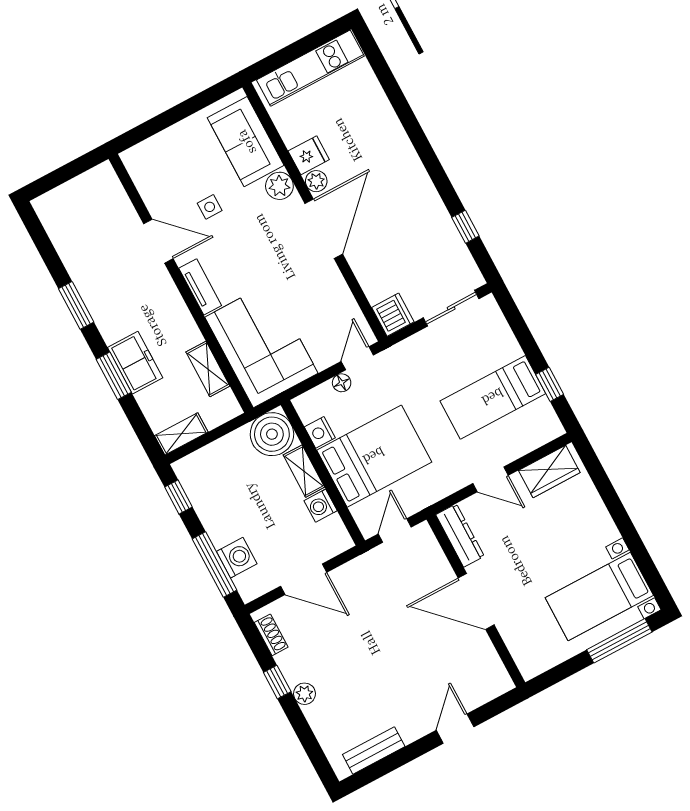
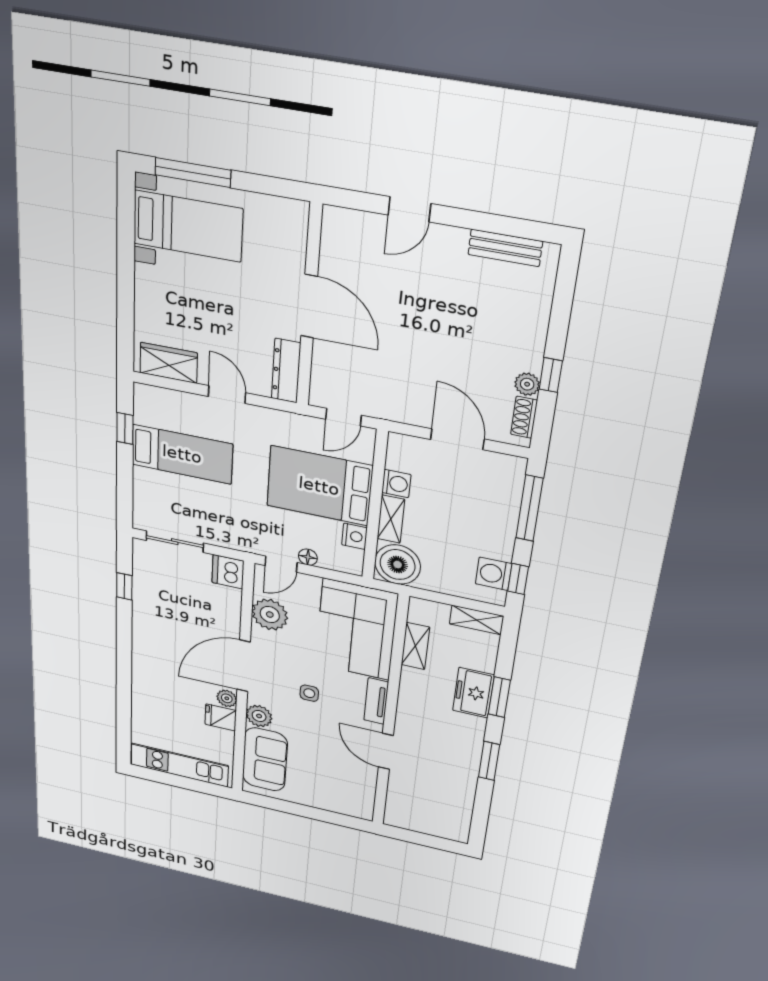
side table: (210, 207) -> (309, 693), moved
plant: (336, 301) -> (270, 615), added
washing machine: (237, 558) -> (494, 574), moved
plant: (305, 694) -> (527, 384), moved

